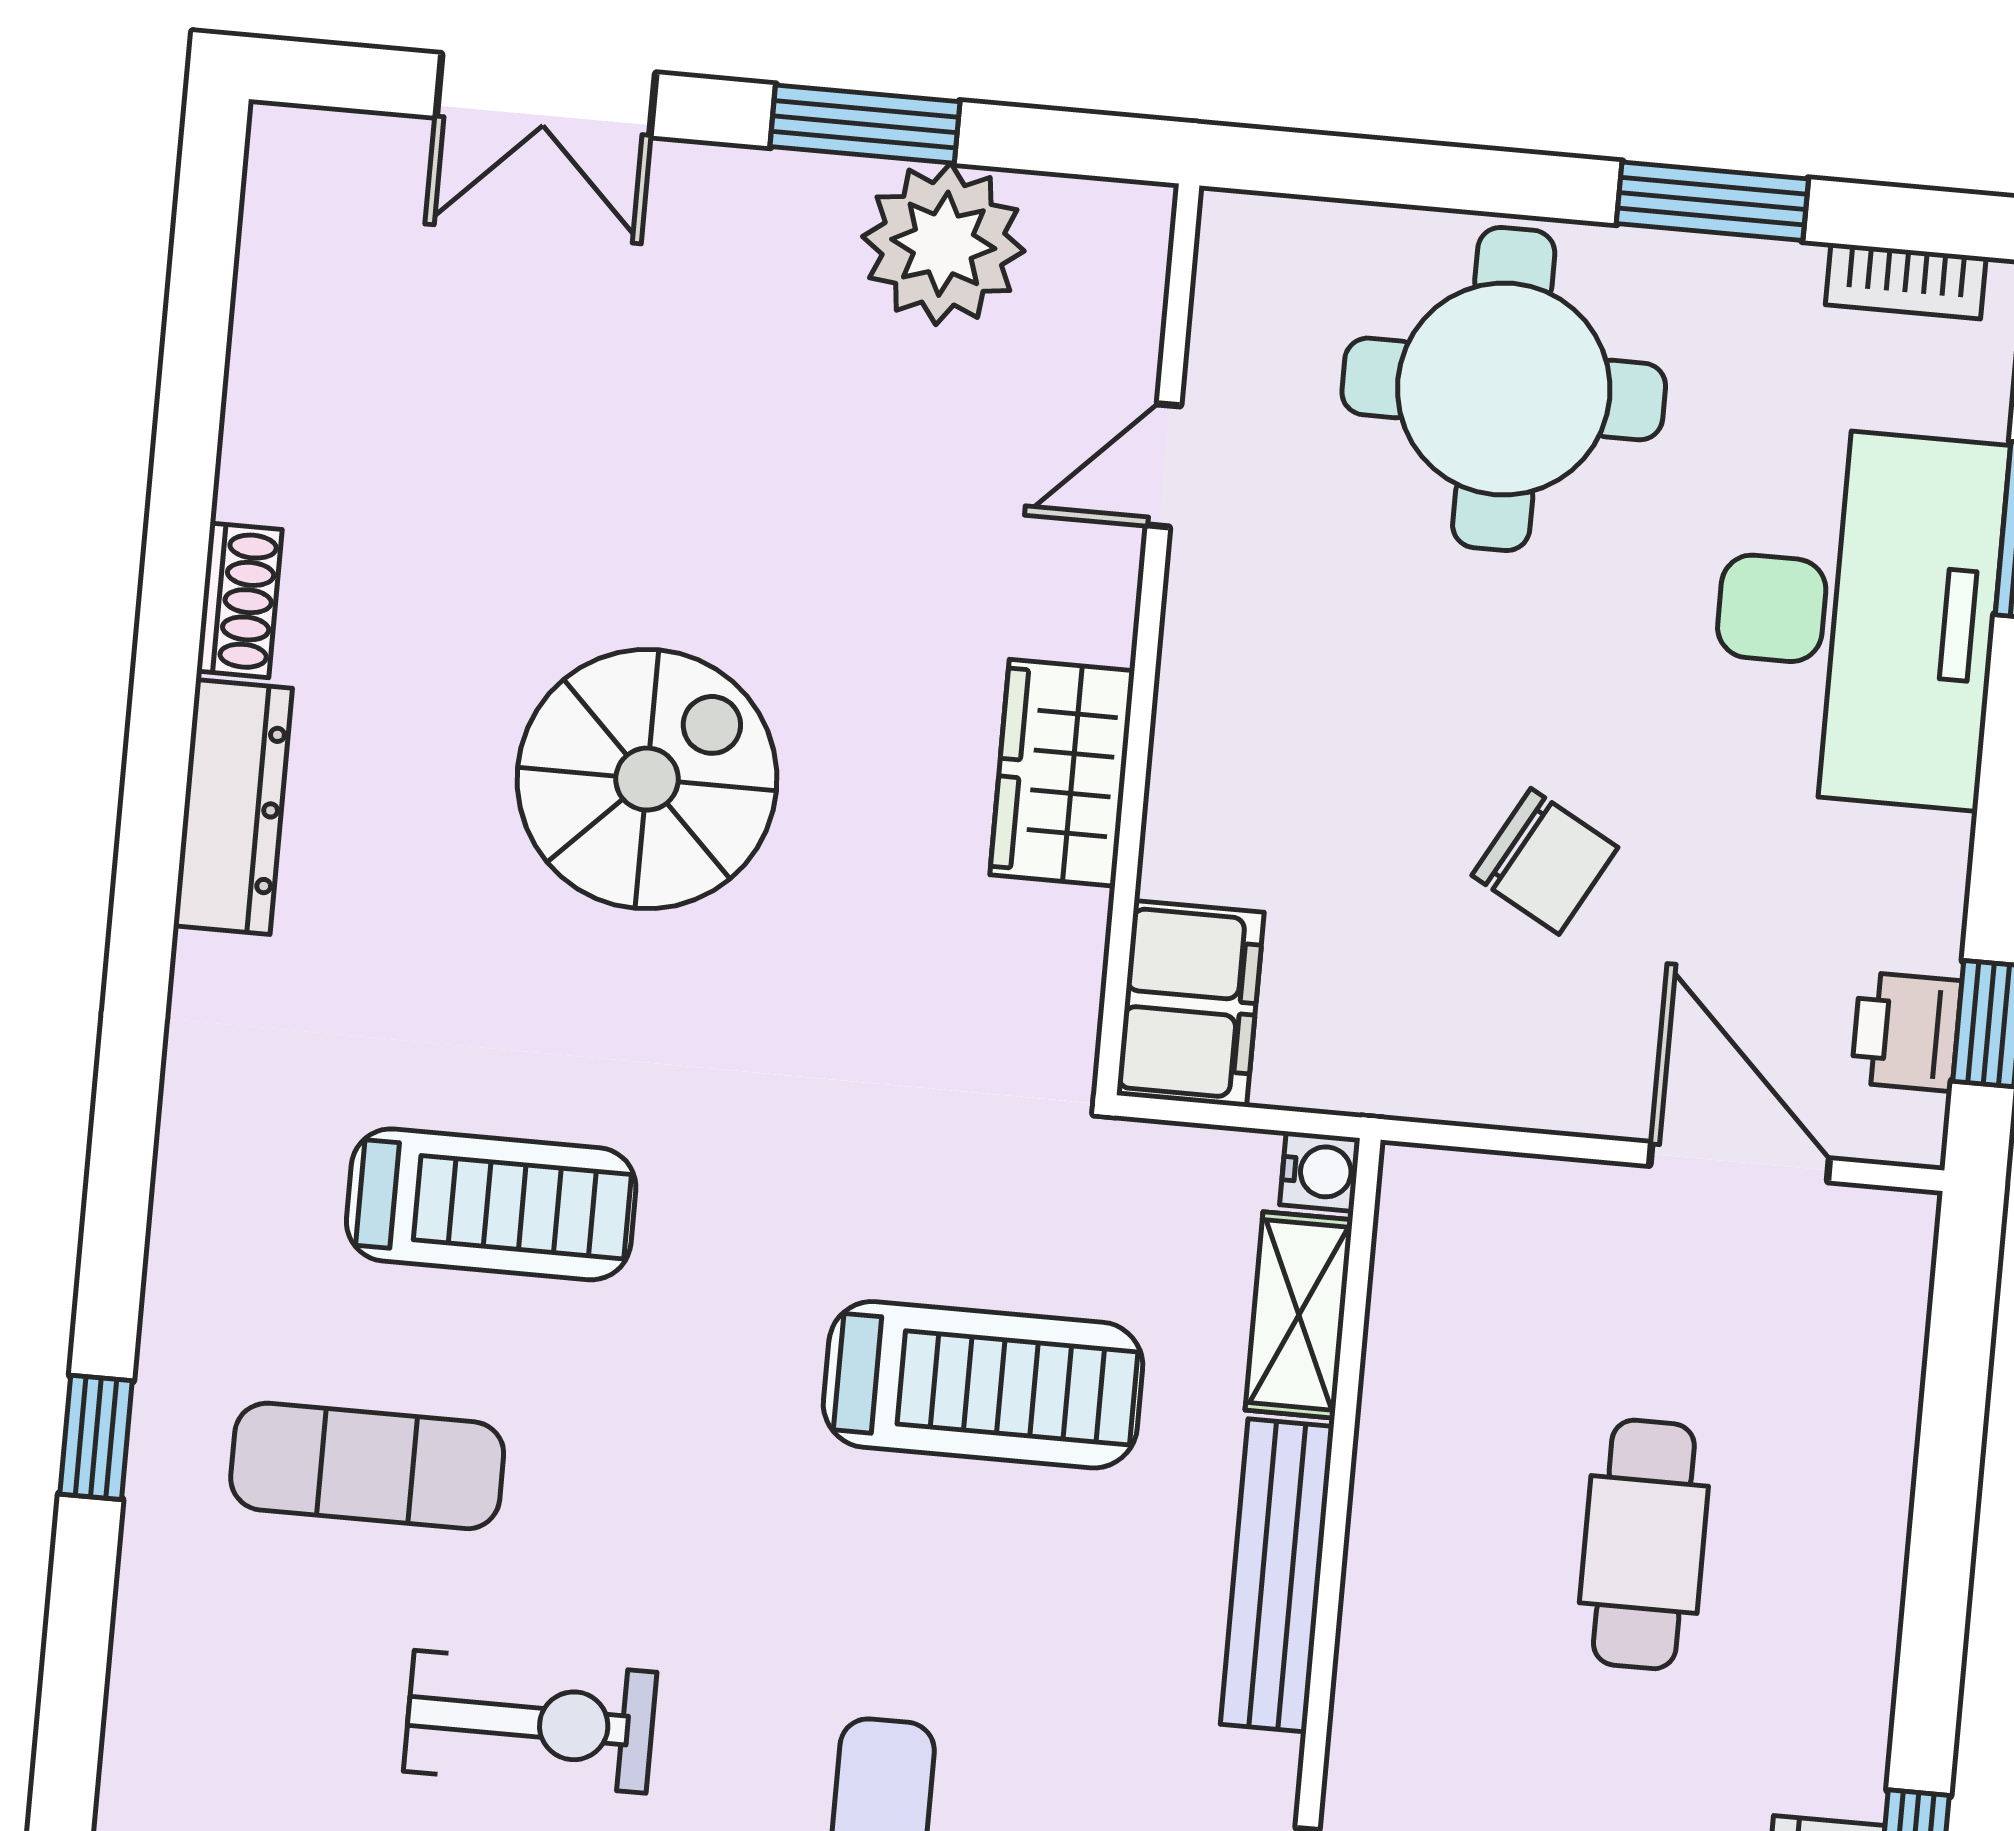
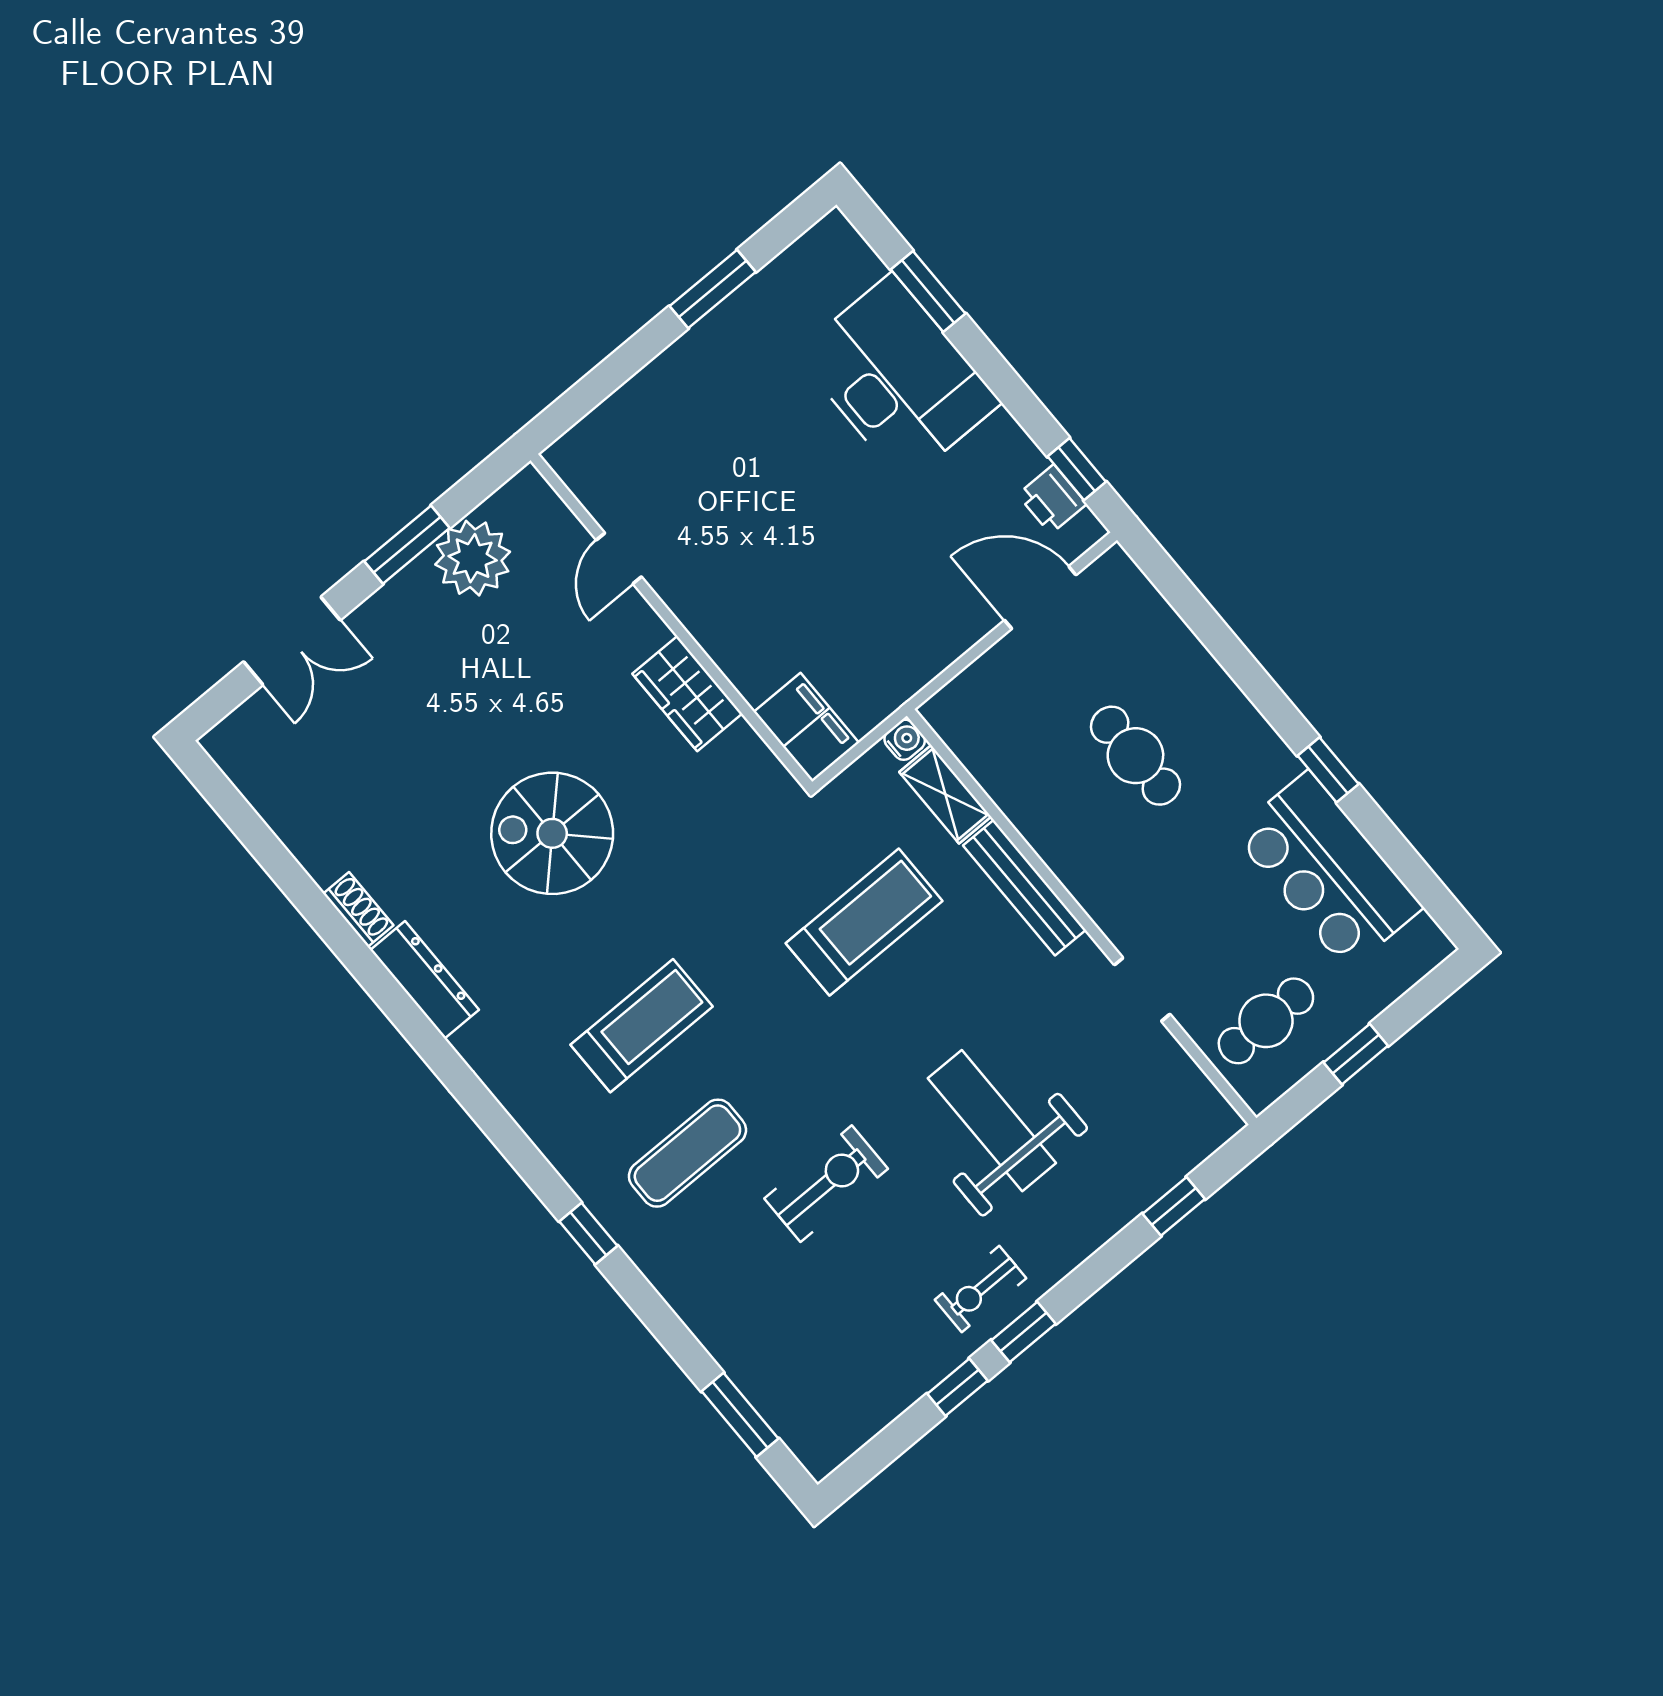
bookcase: (1906, 281) -> (803, 251), removed
round table: (1504, 389) -> (706, 420), removed
spiral stairs: (647, 779) -> (552, 833), turned -90
chair: (1545, 861) -> (876, 563), removed

